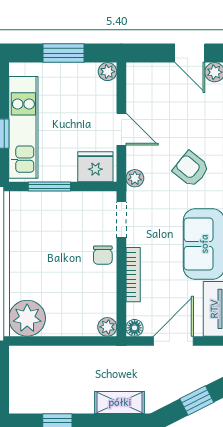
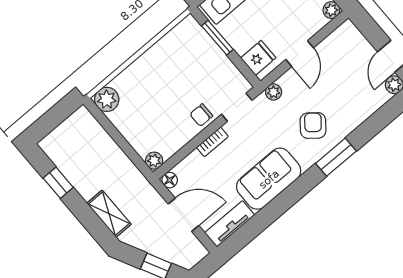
fridge: (95, 167) -> (258, 58), width x0.72
bookcase: (133, 275) -> (212, 142), width x0.64
plant: (27, 318) -> (107, 99), width x0.73, depth x0.73

